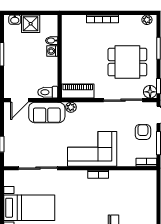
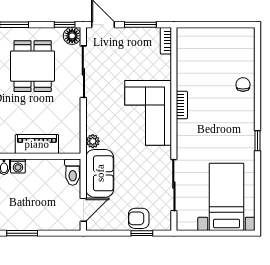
piano: (78, 91) -> (37, 144), moved, turned 90
door: (19, 100) -> (83, 210), hinge flipped
armchair: (143, 132) -> (139, 218), moved

